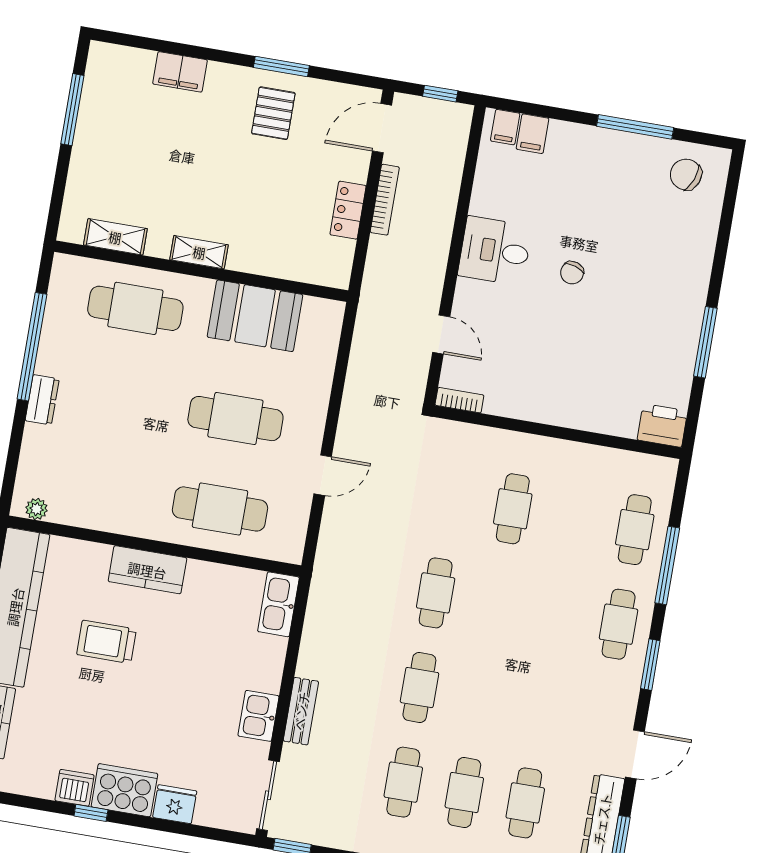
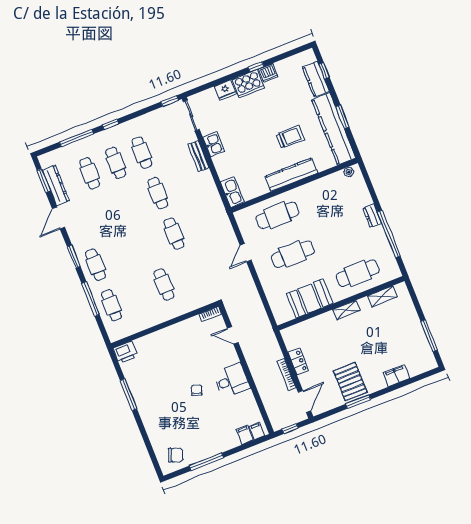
pallet: (273, 113) -> (350, 382), width x1.50, depth x1.42
kitchen counter: (147, 570) -> (291, 175), width x1.50

